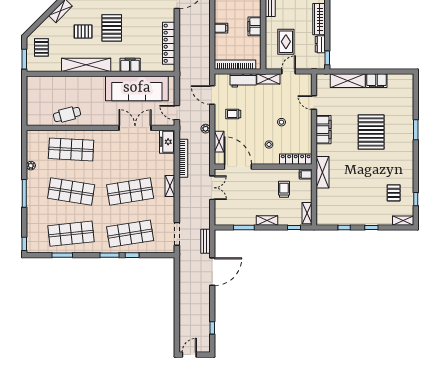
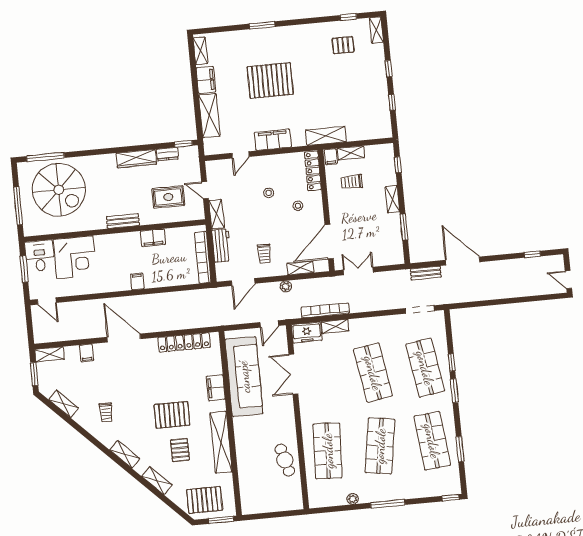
filing cabinet: (221, 28) -> (137, 281), moved
pallet: (41, 47) -> (205, 500), width x1.50, depth x1.42
shelving: (400, 79) -> (200, 51), added
shelving: (170, 186) -> (335, 326), moved
shelving: (307, 213) -> (351, 153), moved

